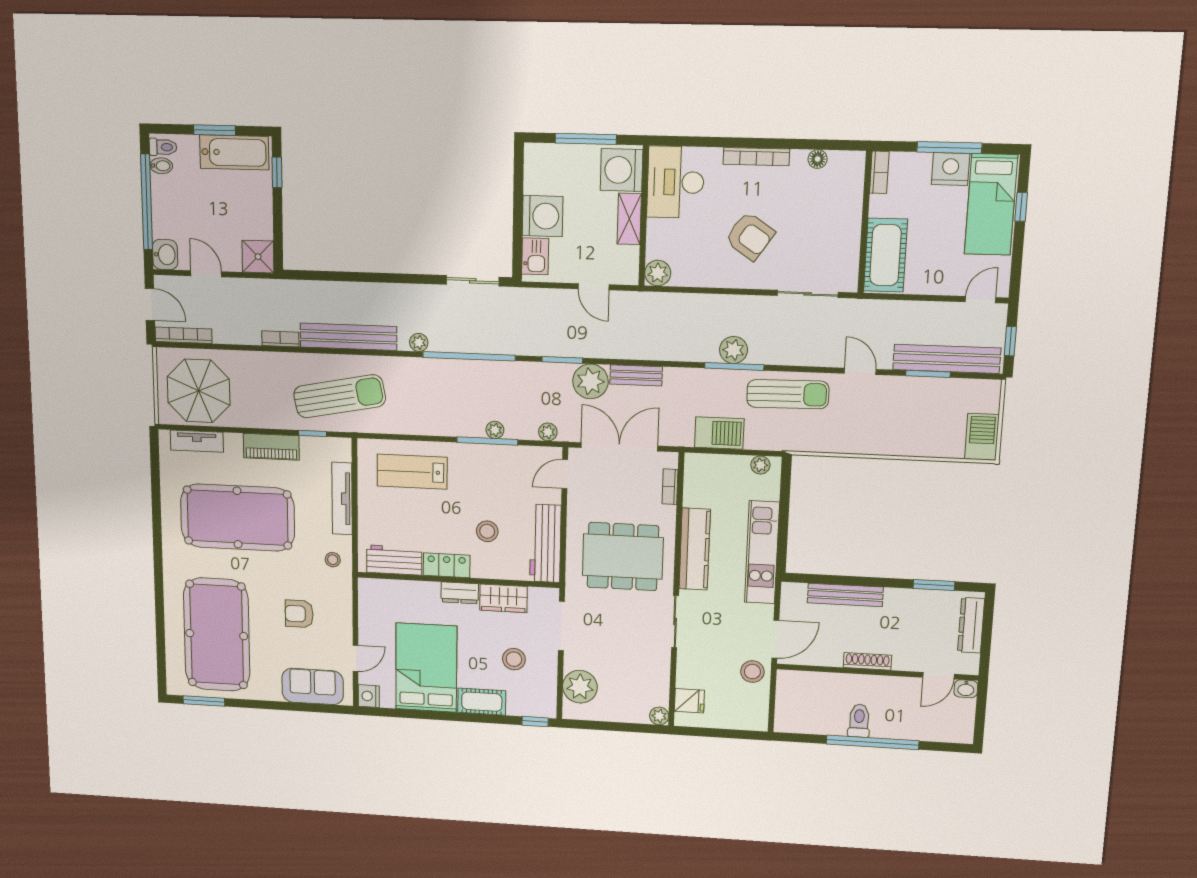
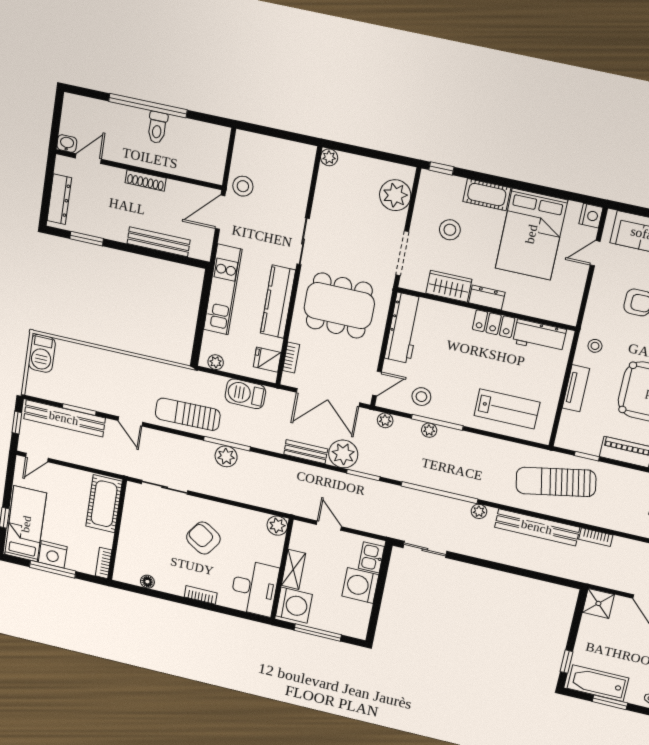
bookcase: (756, 157) -> (201, 595), width x0.64
tv unit: (342, 499) -> (576, 388), width x0.71
stool: (487, 531) -> (421, 397), moved
fridge: (689, 701) -> (267, 360), moved

